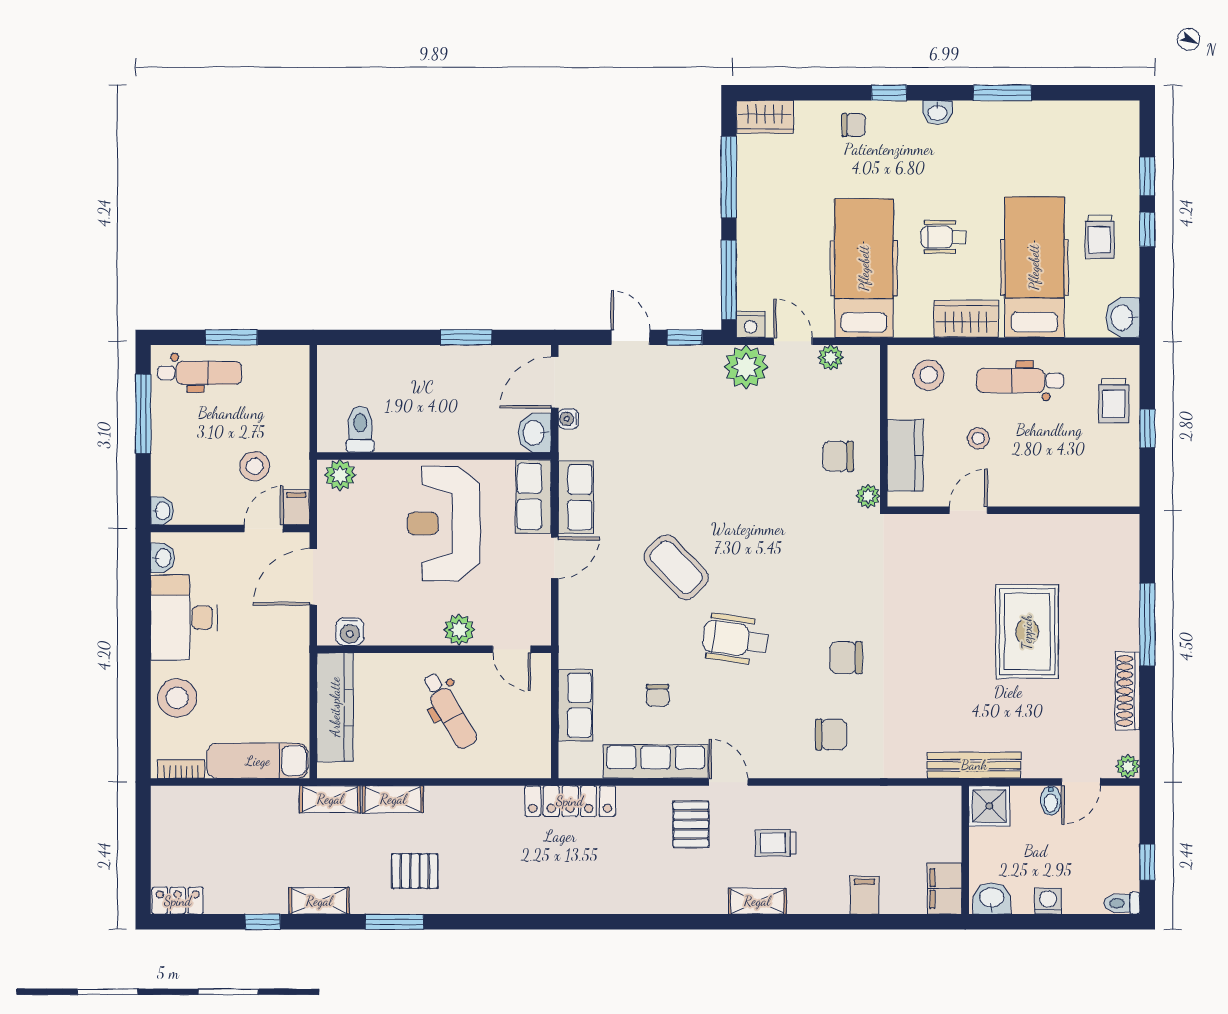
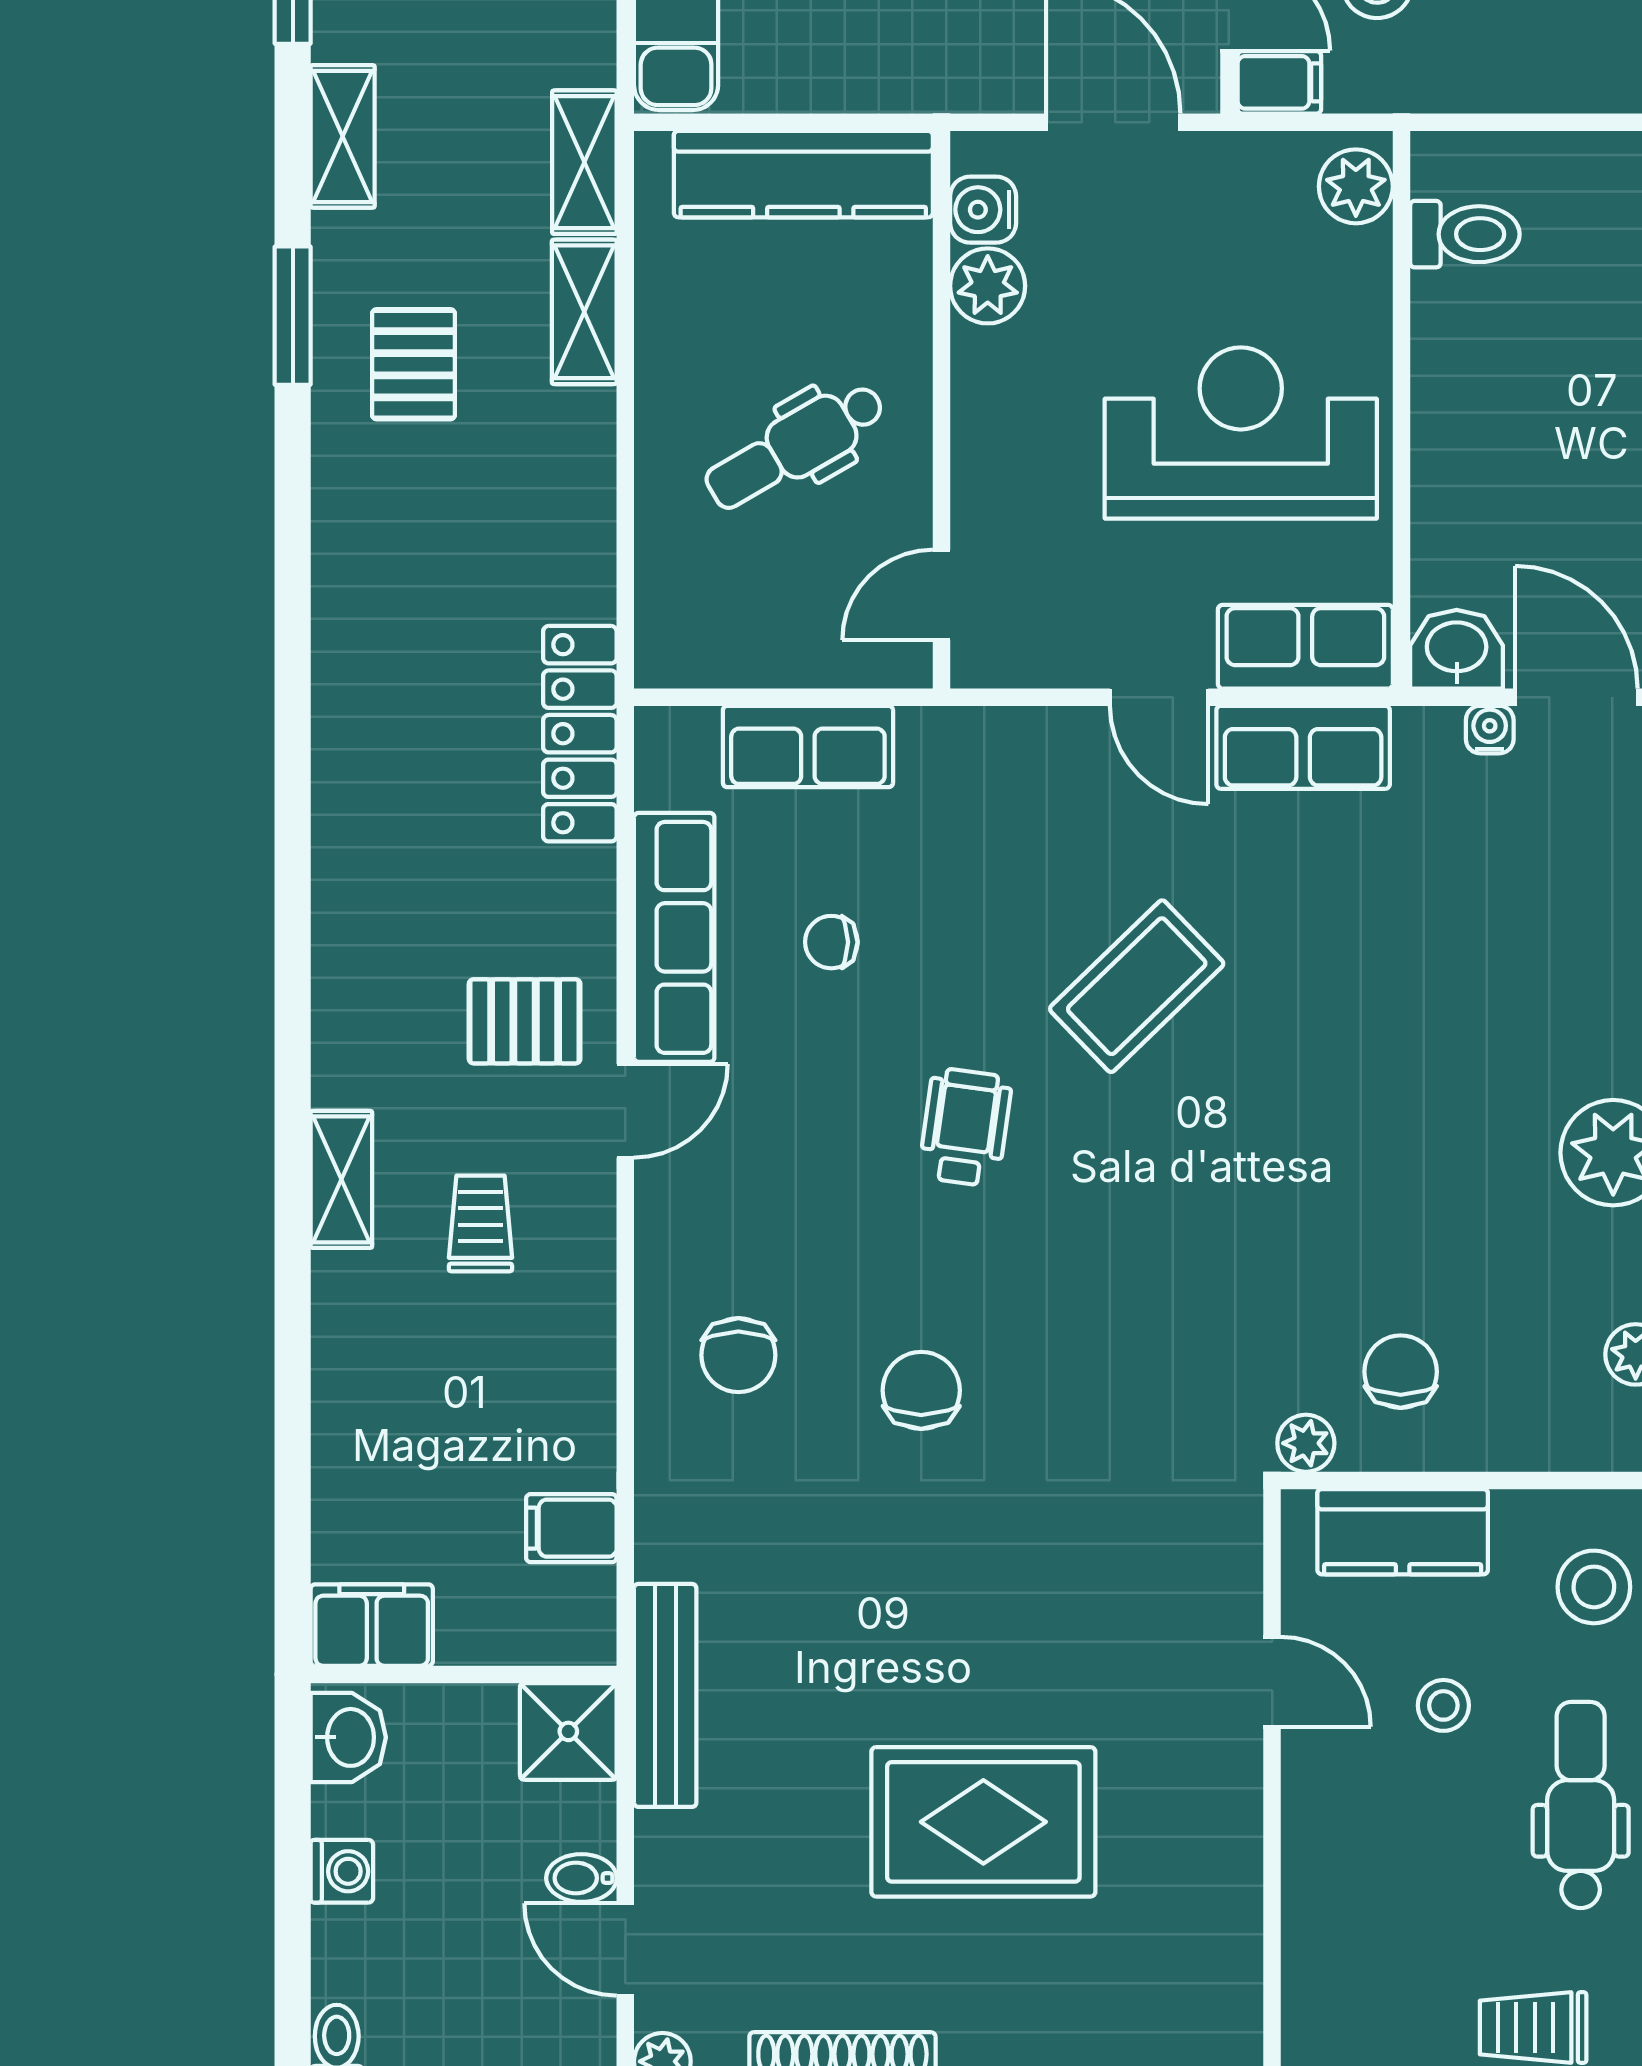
plant: (459, 630) -> (988, 286), moved
wheelchair: (735, 639) -> (965, 1127), width x0.73, depth x0.73
filing cabinet: (864, 895) -> (571, 1528), moved, turned 180

